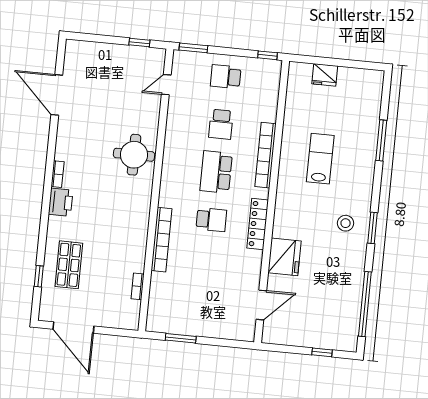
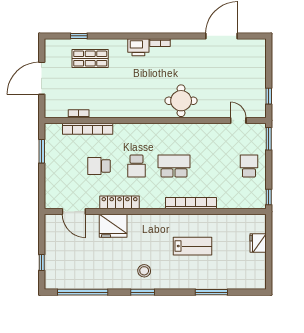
school desk: (221, 124) -> (99, 166), moved
locker: (258, 224) -> (120, 202), moved
bookcase: (162, 240) -> (88, 129), moved
door: (73, 328) -> (42, 78), moved

